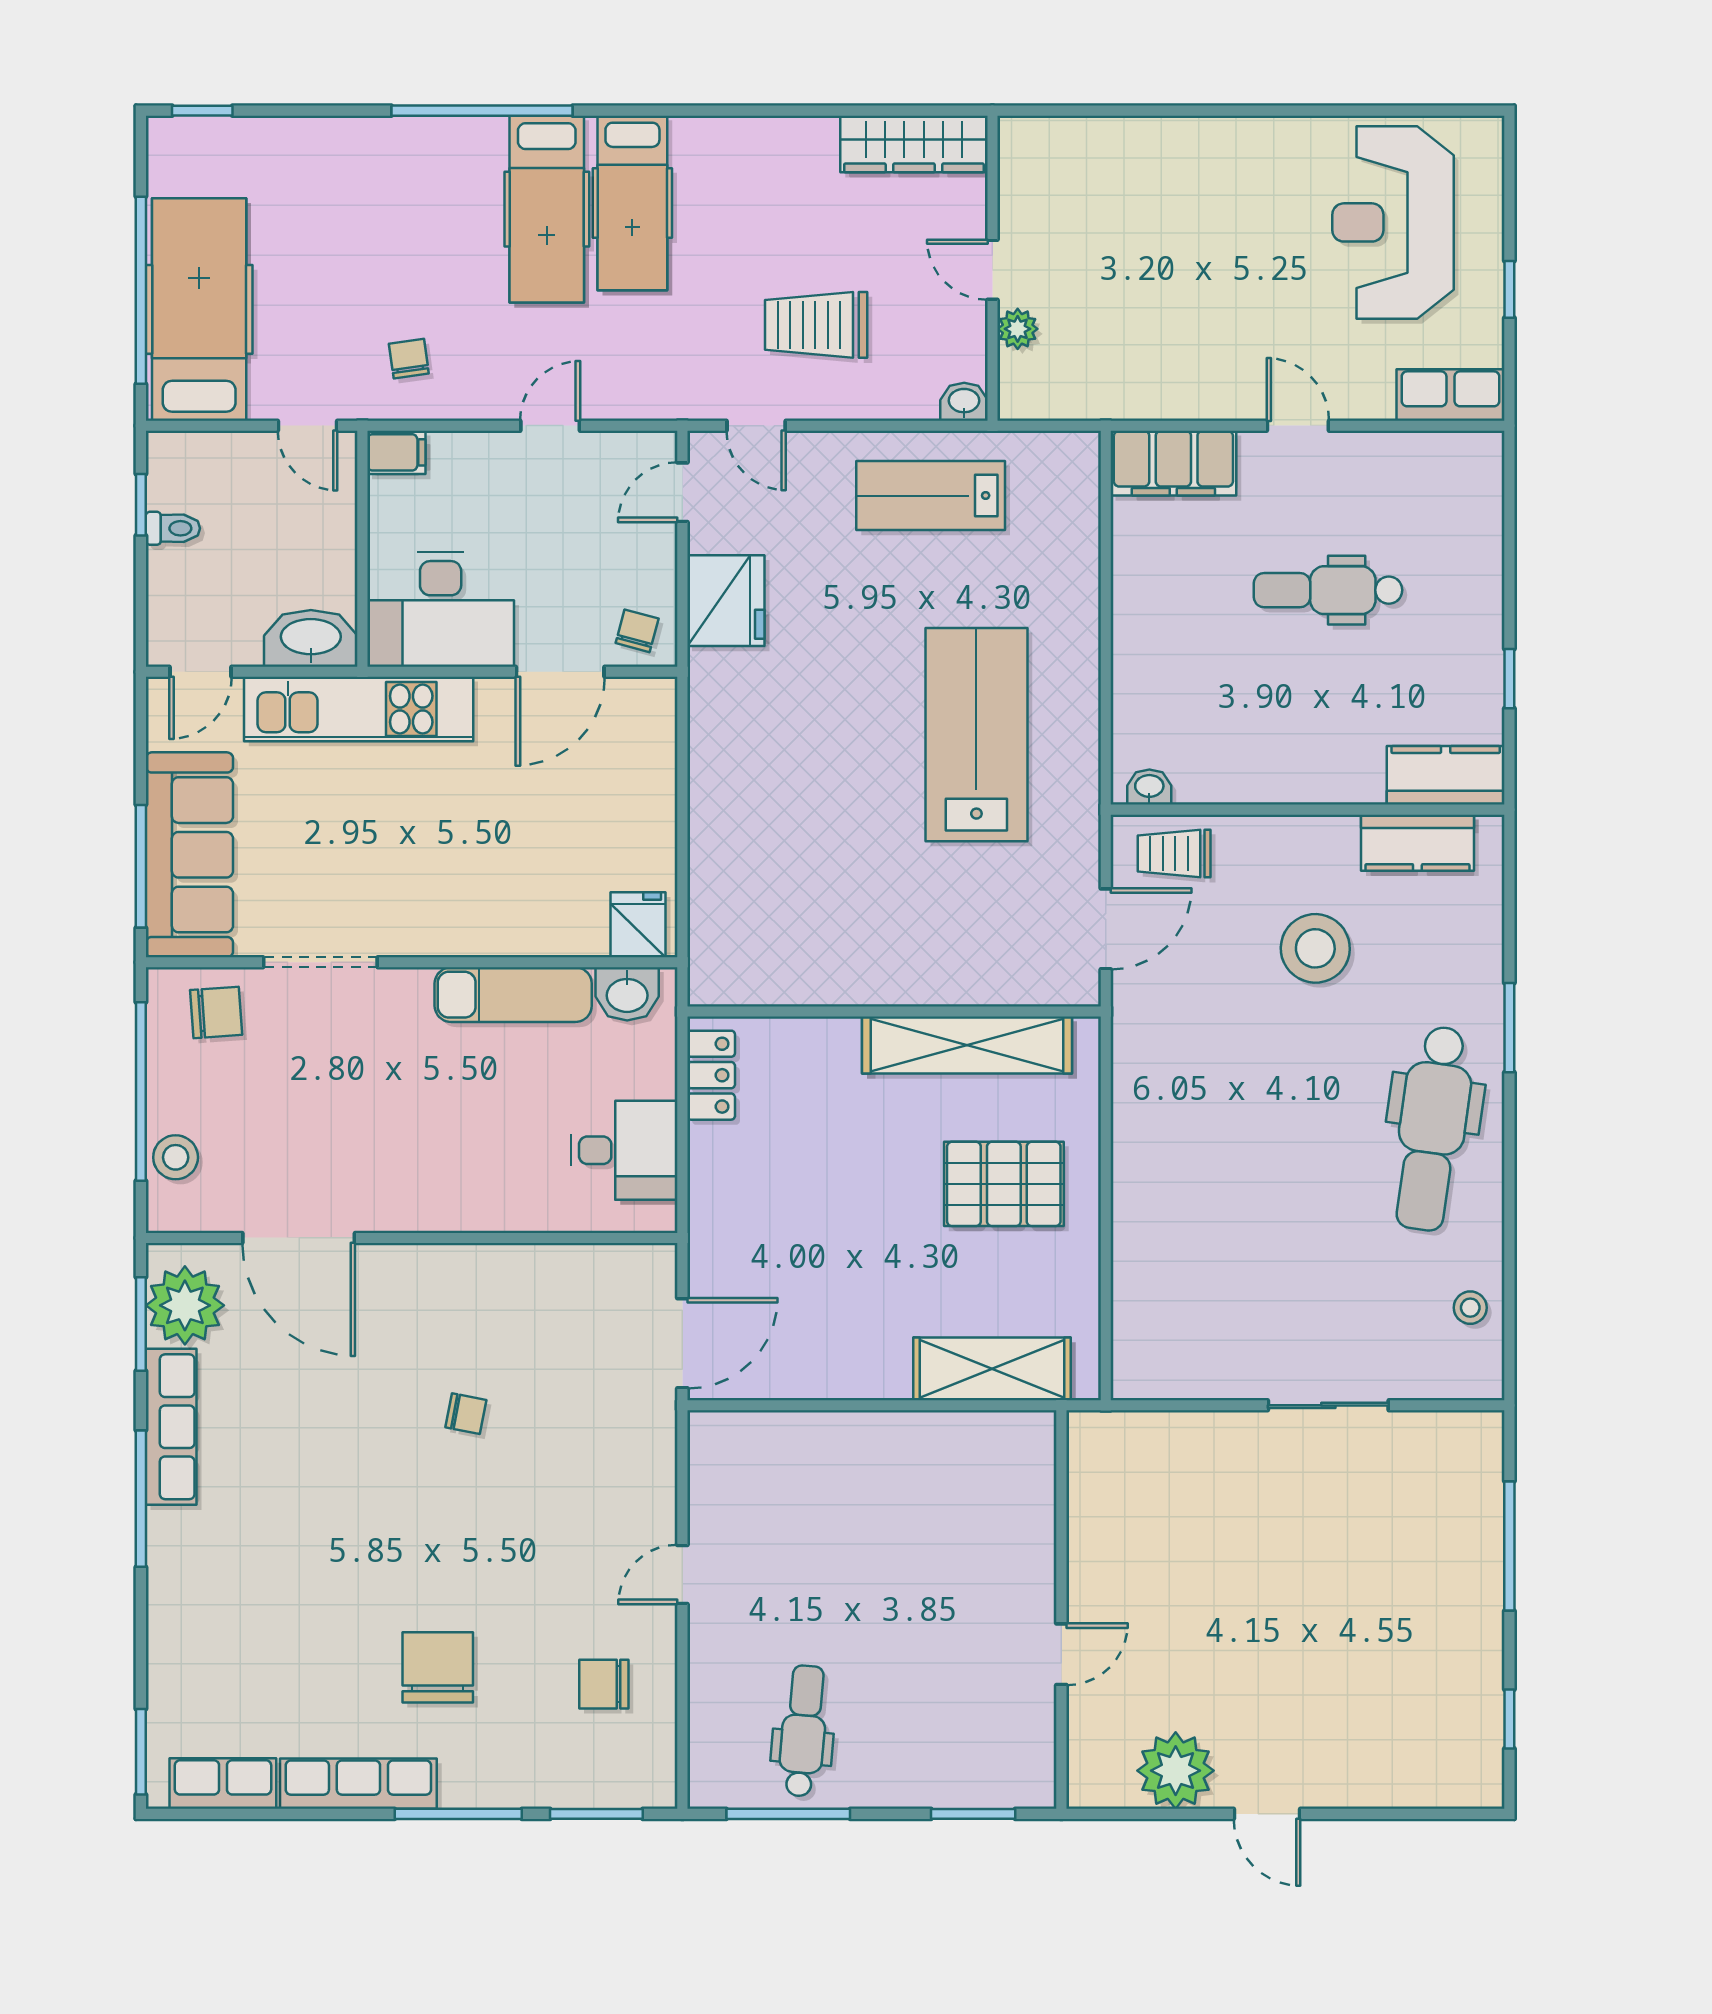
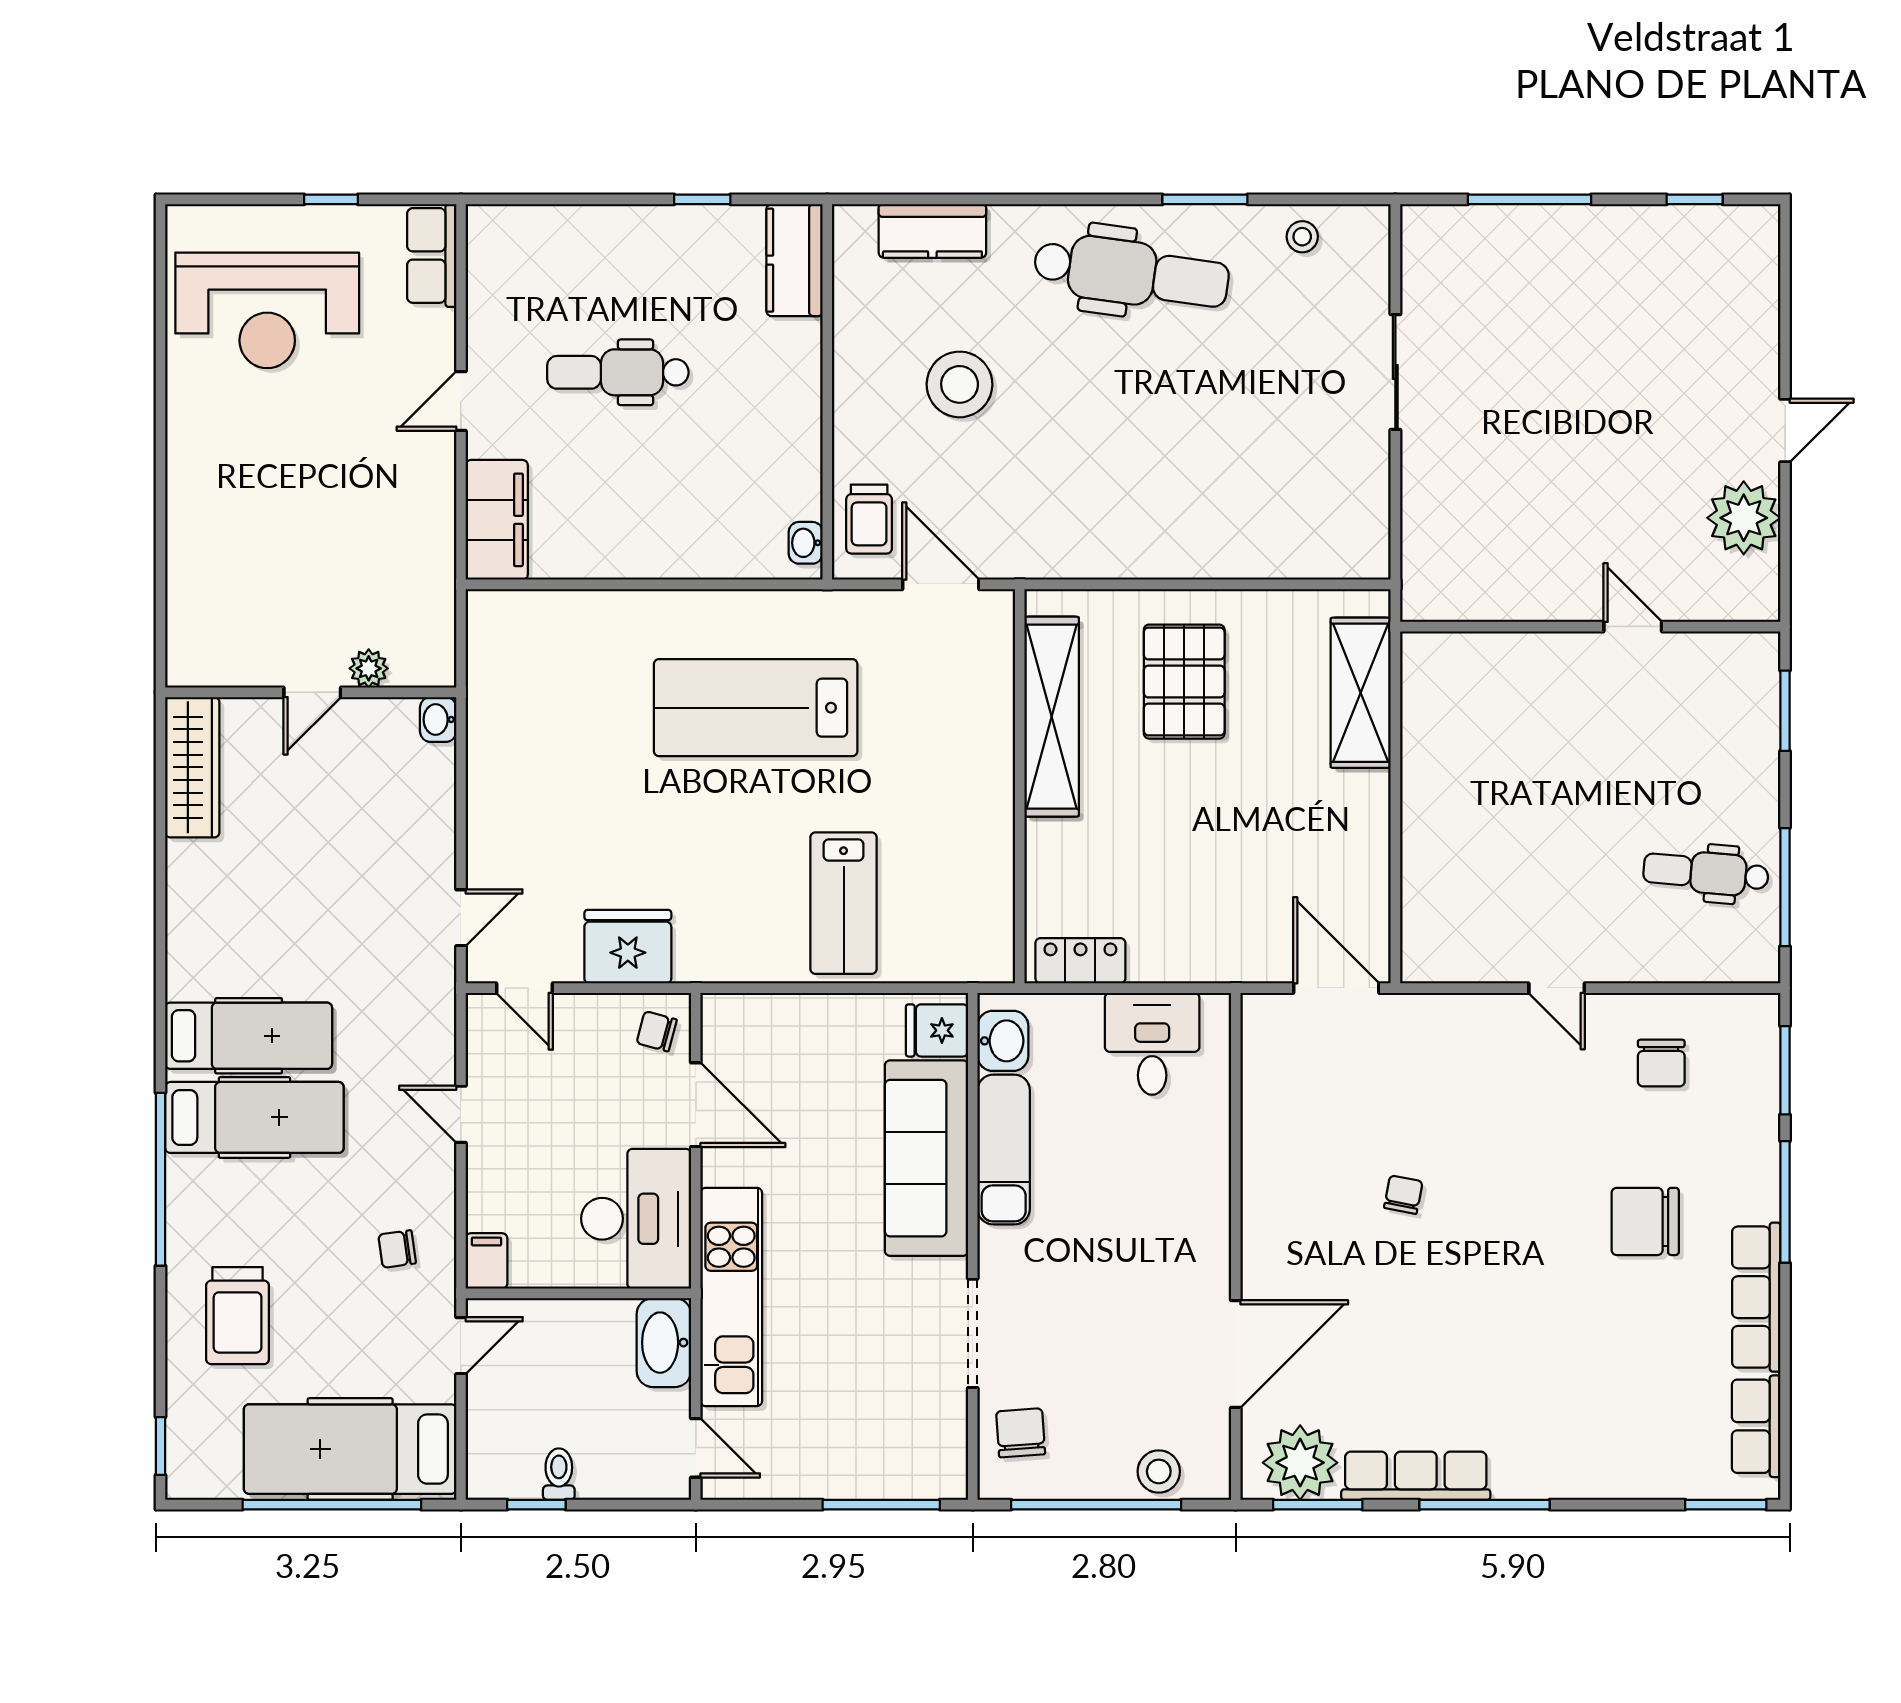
trolley: (816, 325) -> (238, 1316), moved
lab bench: (931, 496) -> (844, 903), moved
dental chair: (1328, 590) -> (618, 372), turned 90
kitchen counter: (1417, 843) -> (932, 231), moved, turned 90
sofa: (189, 855) -> (927, 1158), moved, turned -90
window: (1509, 1028) -> (1205, 199), moved

